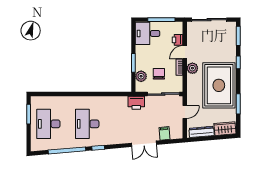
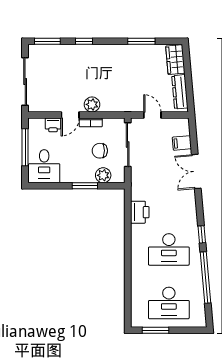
door: (185, 52) -> (70, 115), hinge flipped
rug: (219, 85) -> (116, 68), removed
printer: (136, 103) -> (140, 212), moved
double door: (144, 144) -> (196, 171), swing flipped

